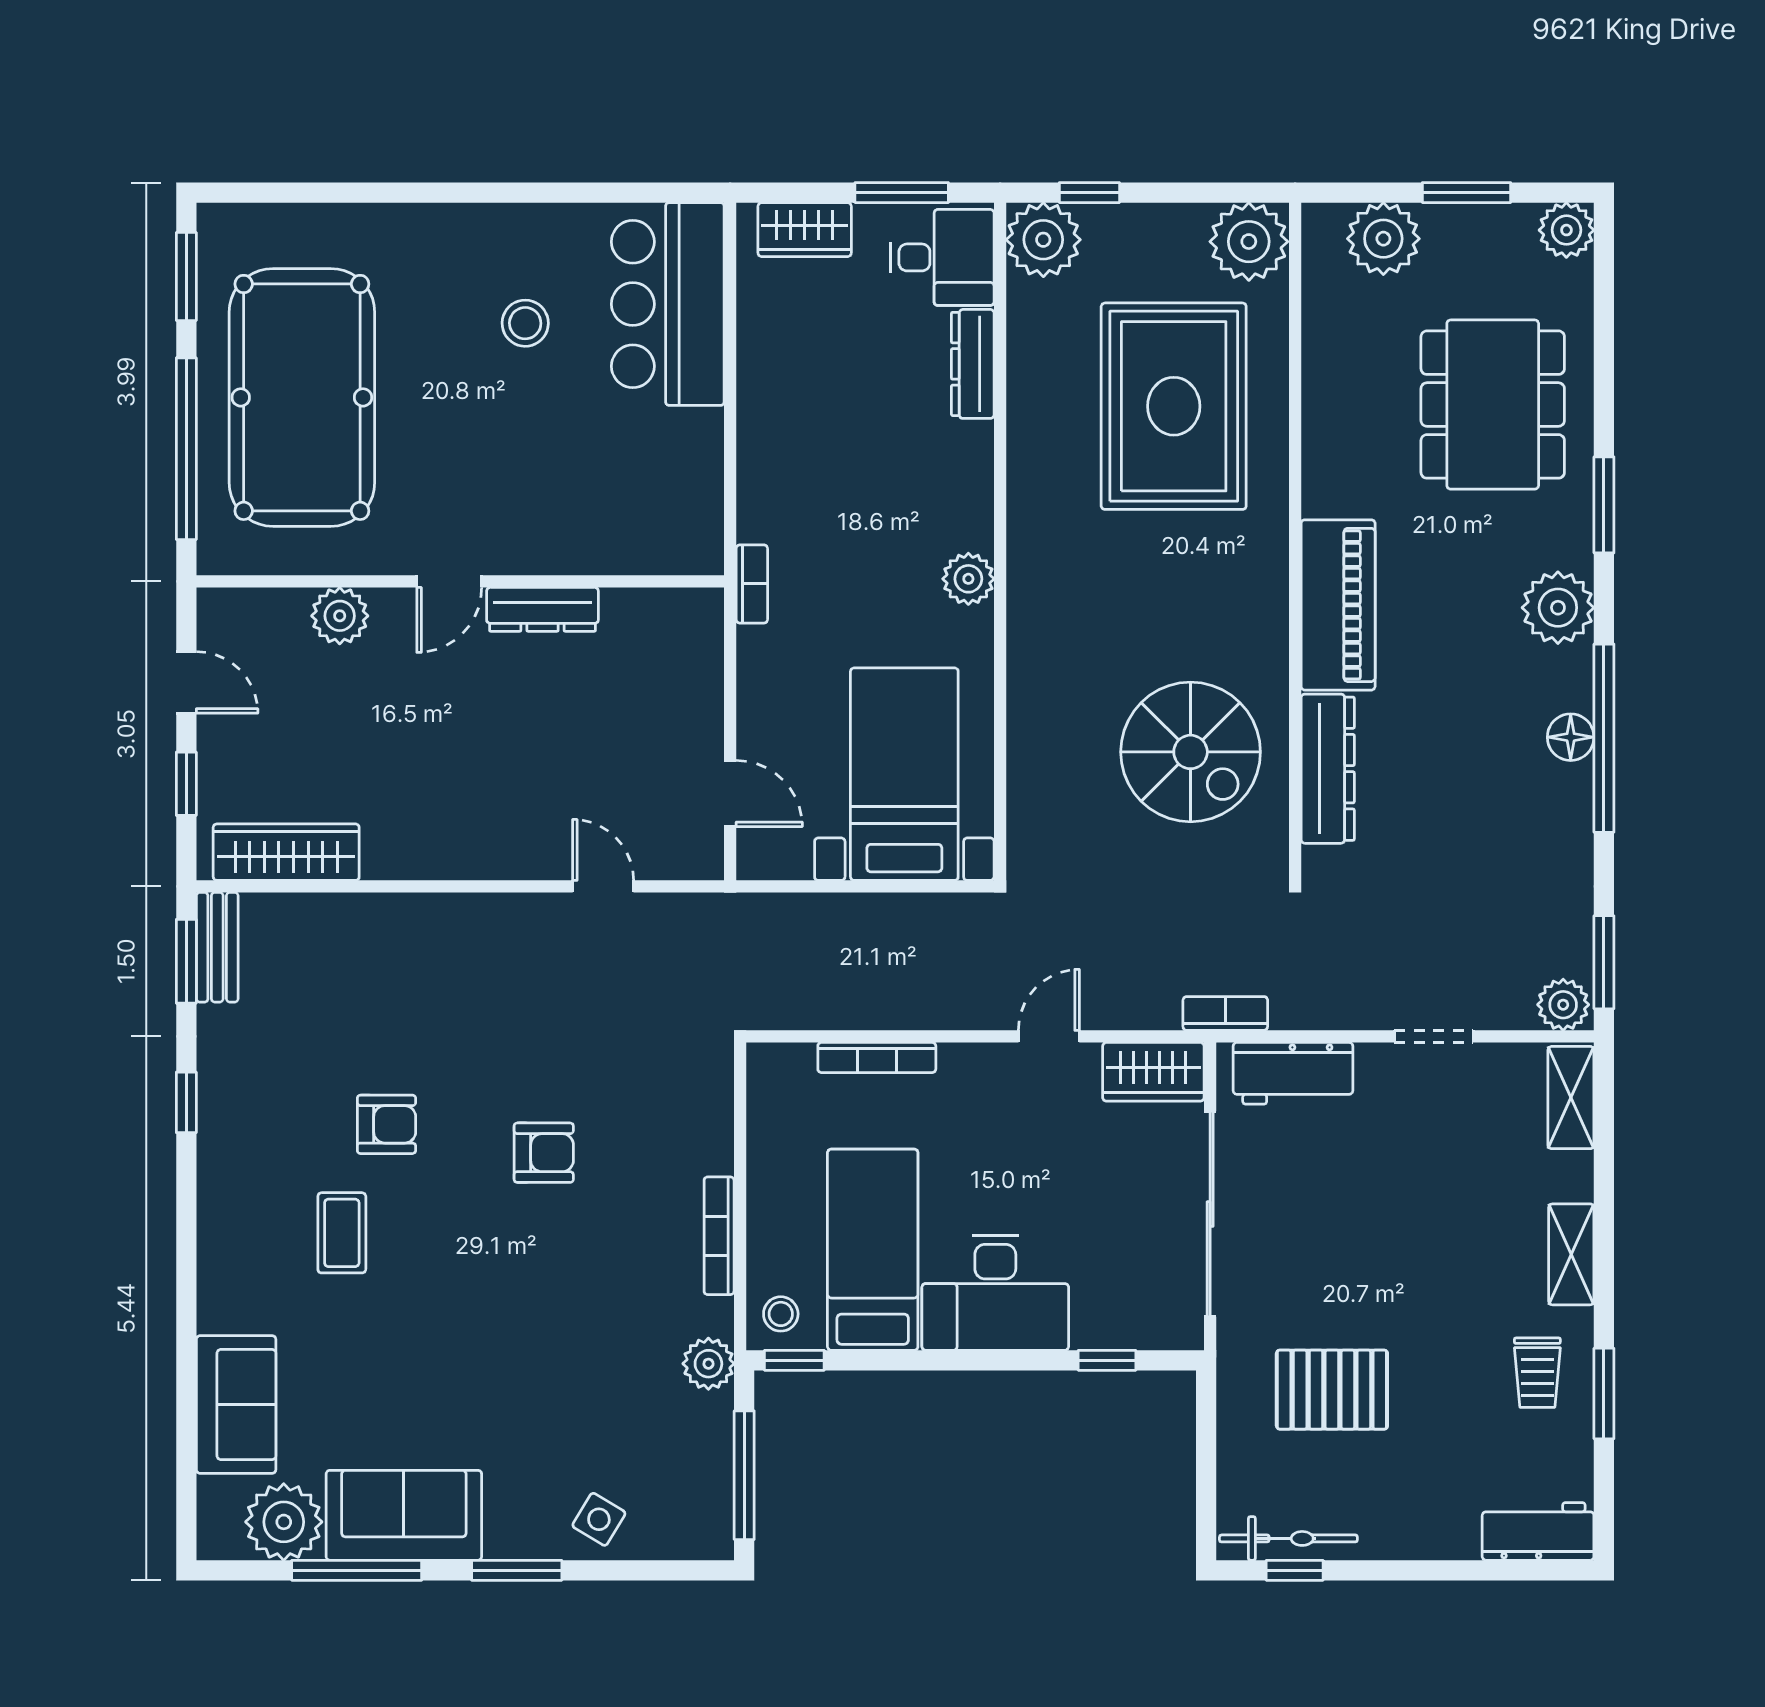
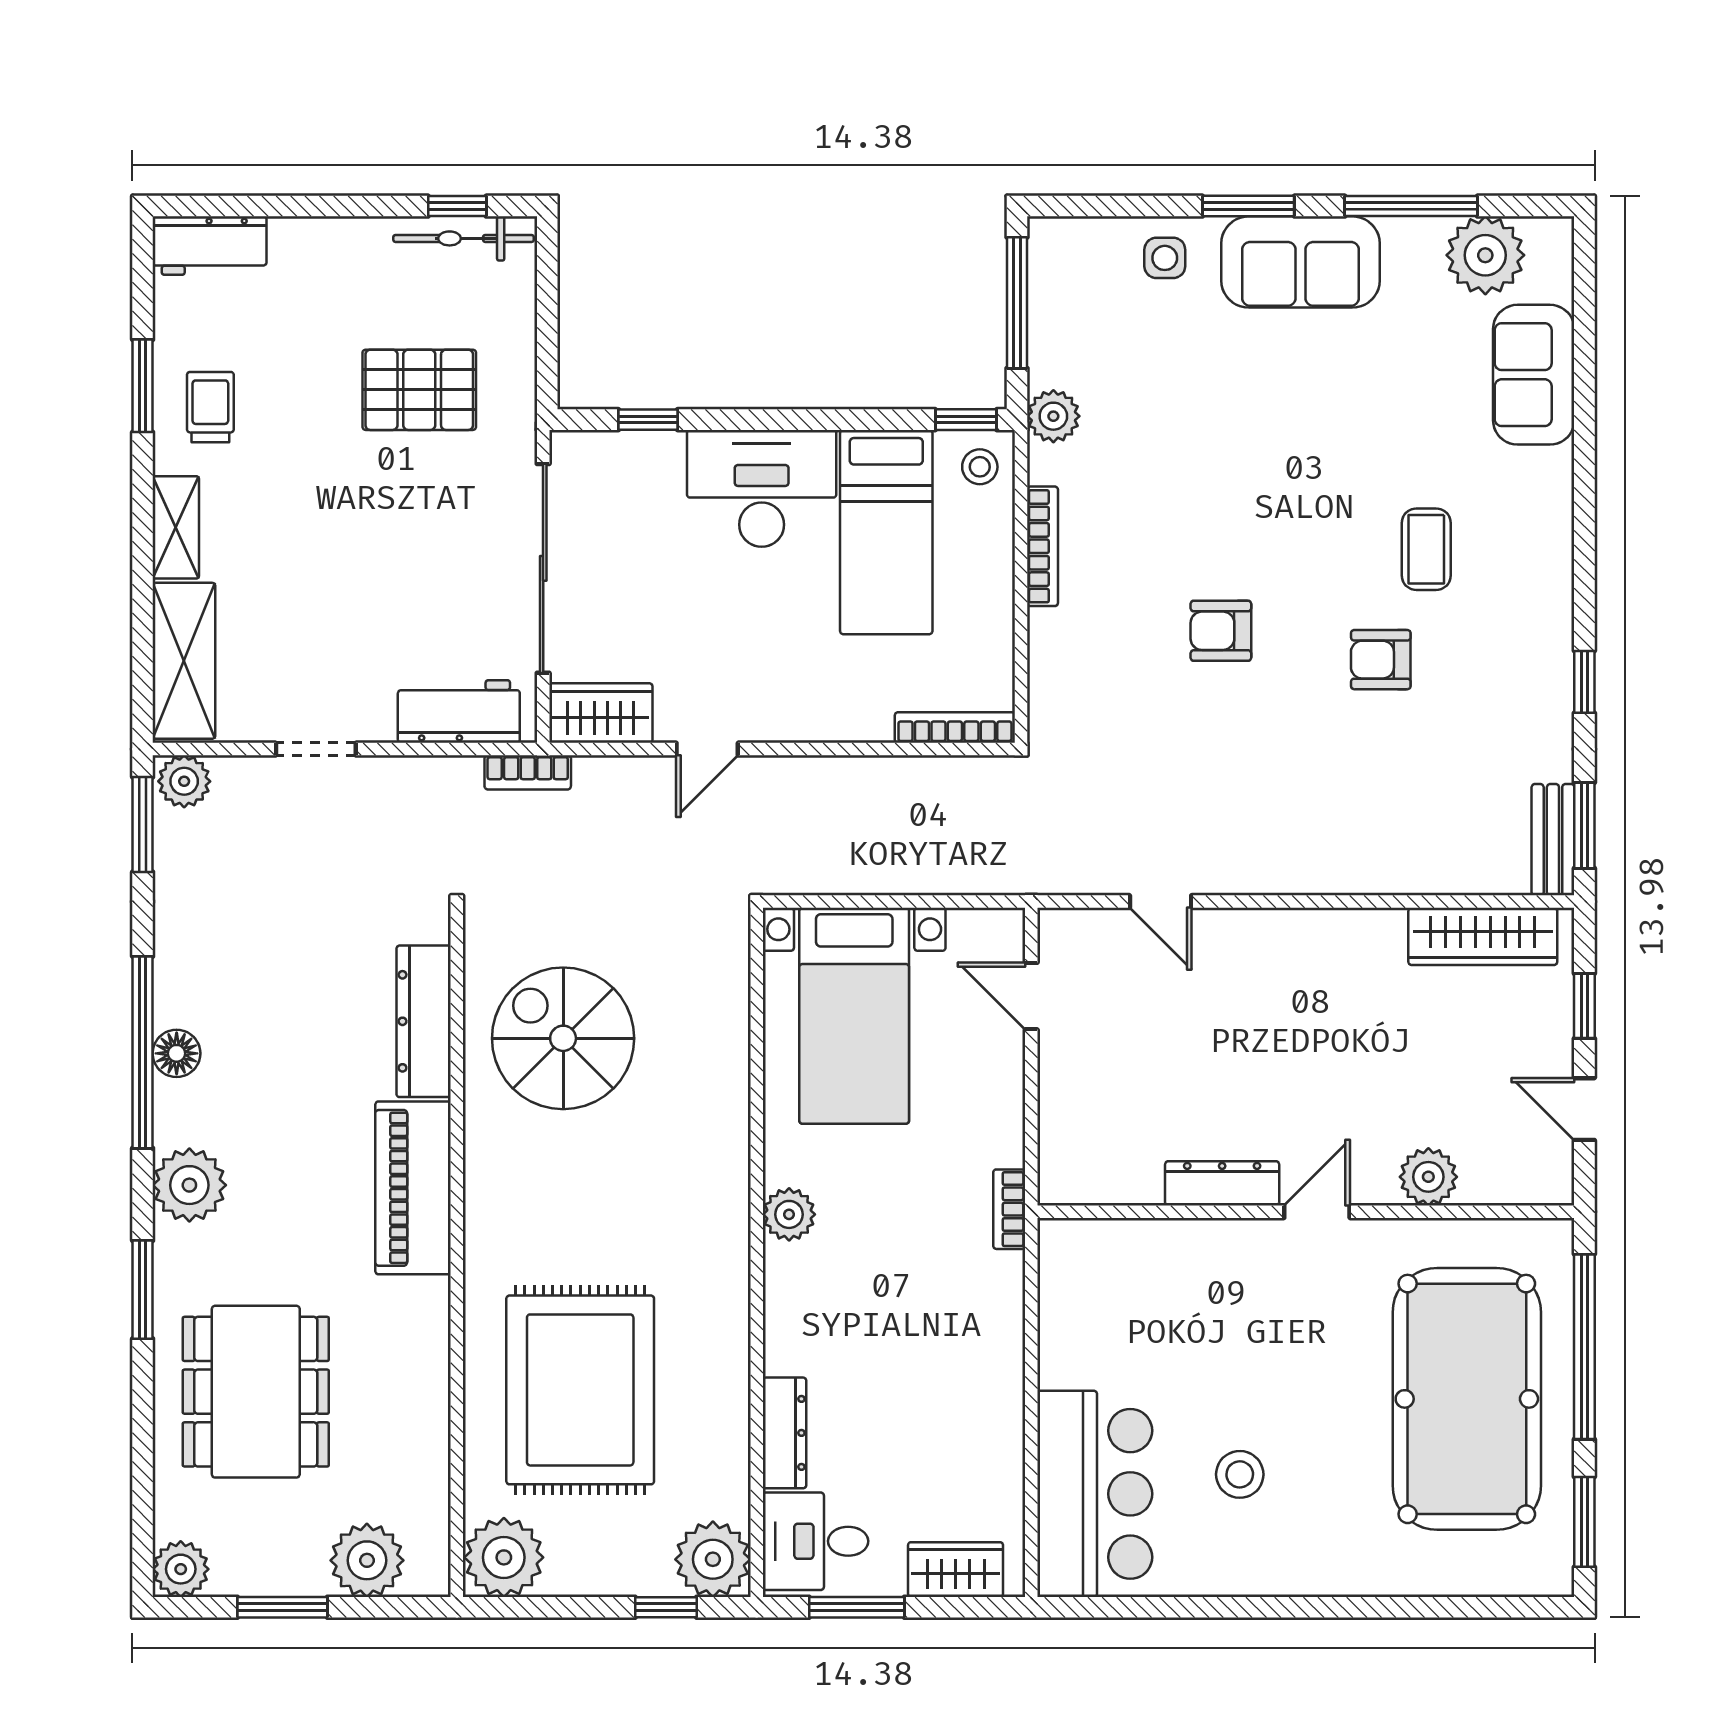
bookcase: (877, 1058) -> (955, 728), moved
shelving: (1571, 1098) -> (184, 661), width x1.50, depth x1.33
sofa: (404, 1515) -> (1301, 262), moved
side table: (599, 1519) -> (1165, 258), turned -31

